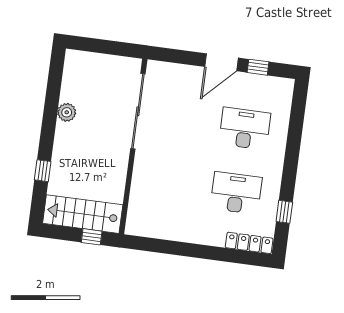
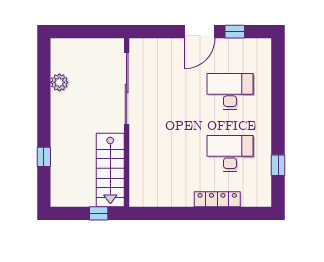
plant: (67, 112) -> (59, 82), moved
stairs: (83, 214) -> (110, 170), moved, turned -90
locker: (249, 243) -> (217, 199), moved

